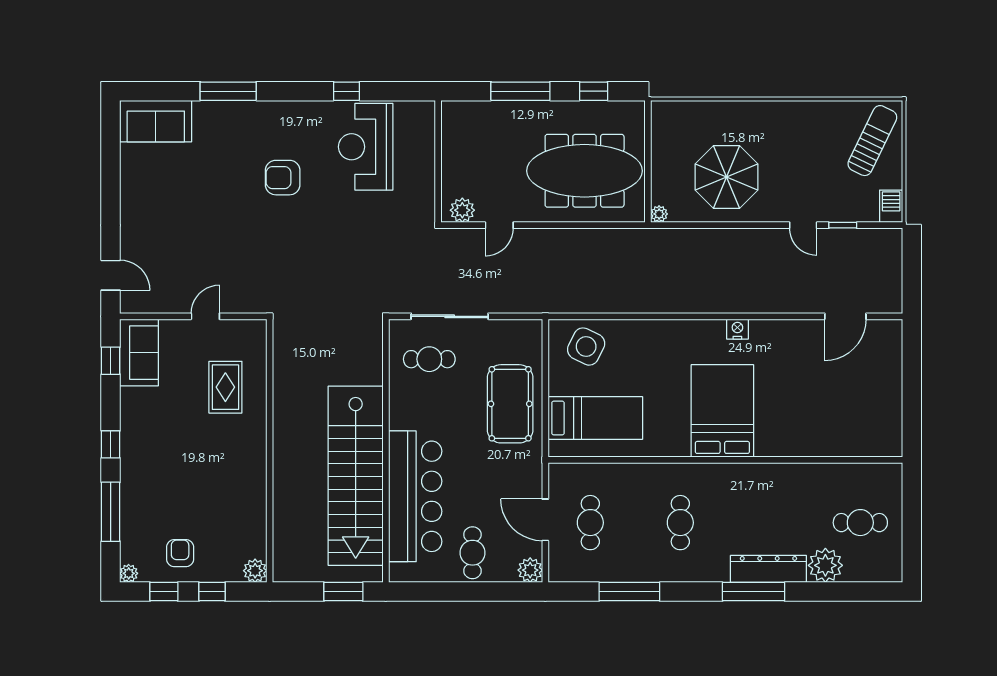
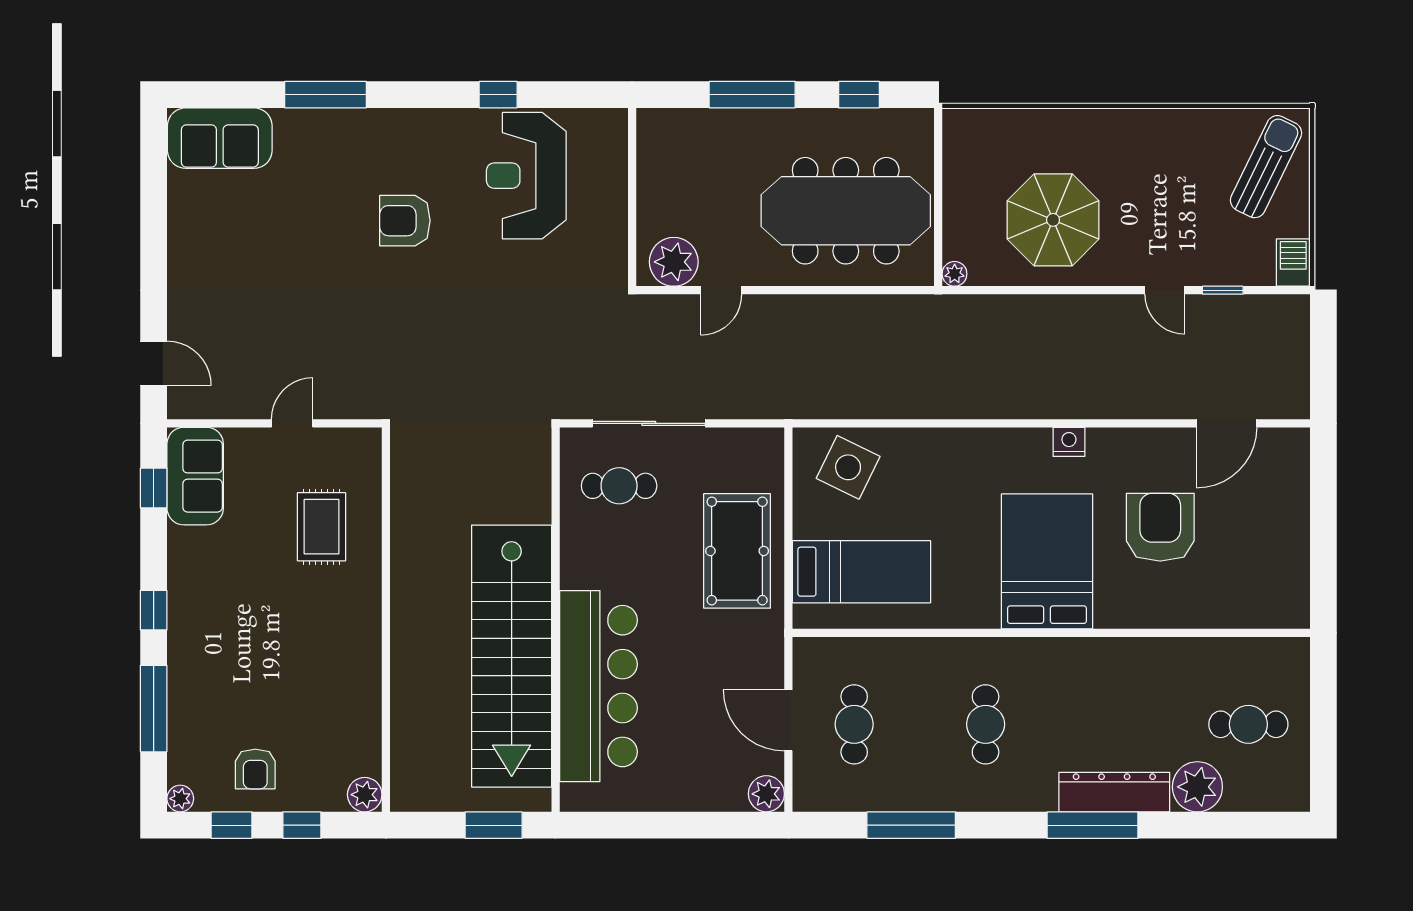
plant: (462, 210) -> (674, 262), width x1.36, depth x1.36
armchair: (800, 388) -> (1160, 527), added
armchair: (180, 553) -> (255, 769), turned 180
cafe table: (472, 553) -> (682, 768), removed

